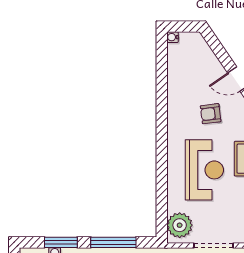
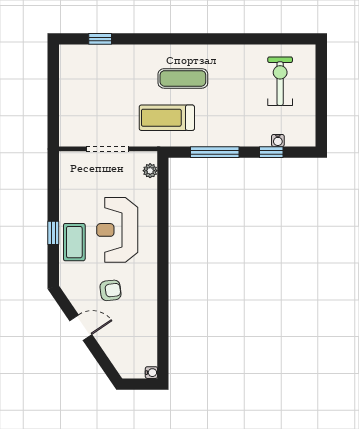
plant: (180, 225) -> (150, 171), width x0.53, depth x0.53
window: (61, 242) -> (271, 152), width x0.67

